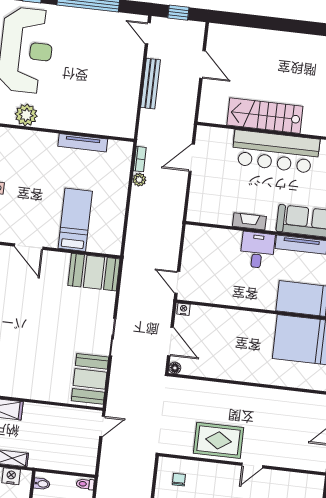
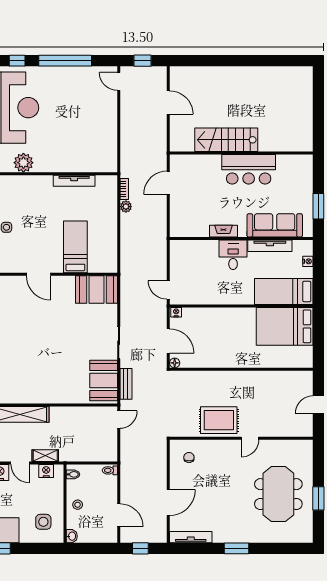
bench: (151, 84) -> (126, 384), moved, width x0.73
bar counter: (276, 152) -> (249, 169), width x0.73

